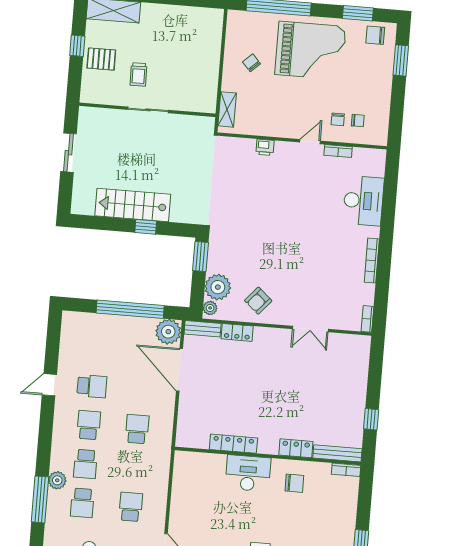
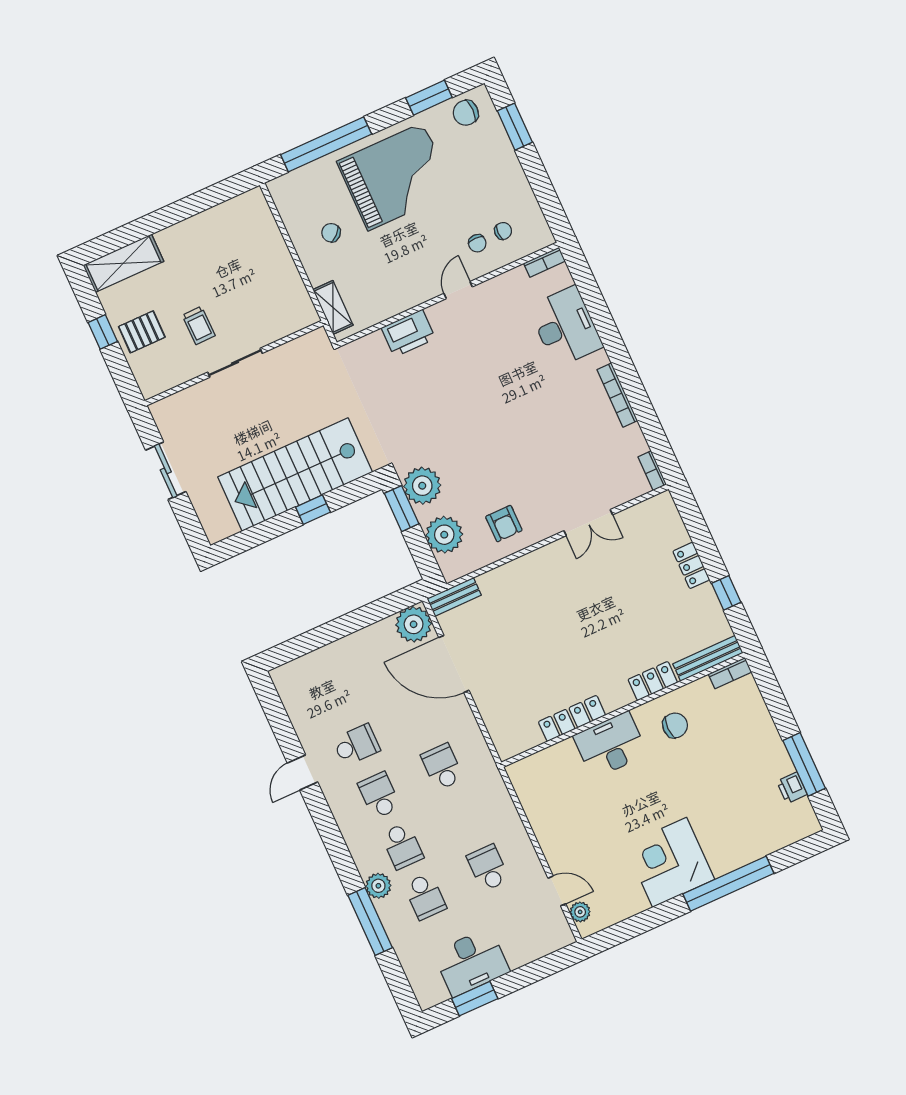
printer: (265, 147) -> (408, 333), width x1.87, depth x1.48
bookcase: (338, 151) -> (544, 262), moved
stairs: (133, 205) -> (295, 474), width x1.36, depth x1.51
armchair: (258, 301) -> (504, 524), turned -41
plant: (210, 308) -> (422, 486), moved, width x1.87, depth x1.87
window: (130, 309) -> (351, 623), removed
locker: (237, 332) -> (691, 565), moved, turned 90

